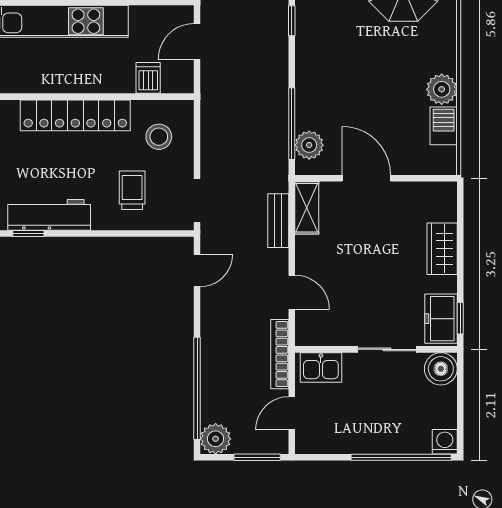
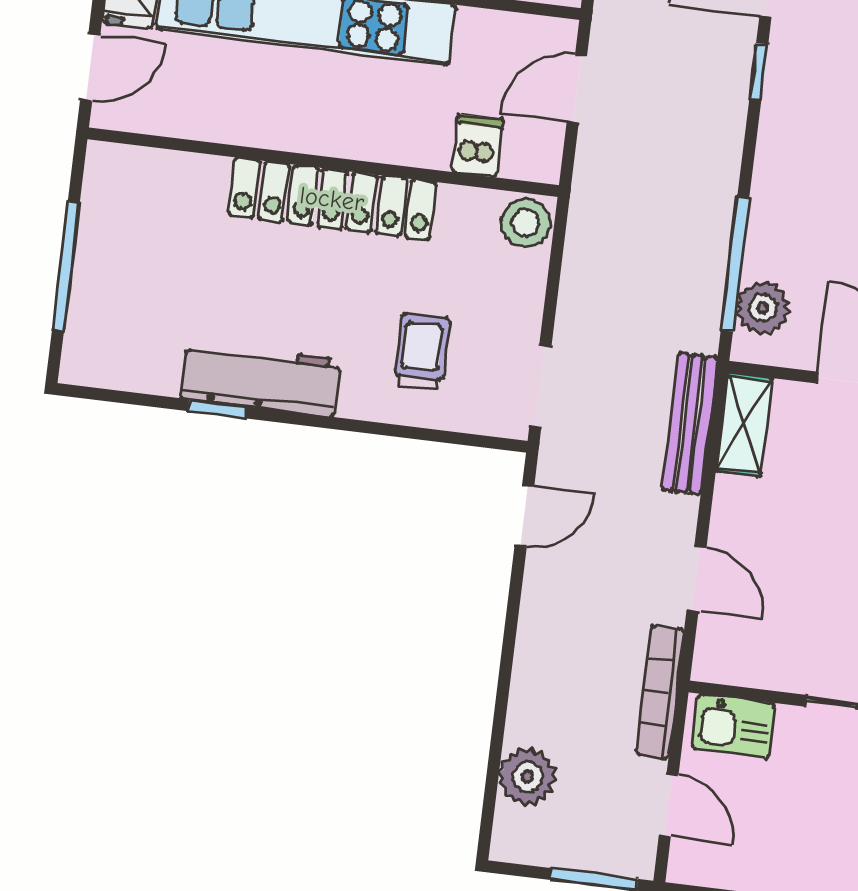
stool: (159, 137) -> (525, 223), moved
bench: (278, 221) -> (690, 424), width x1.36
window: (197, 388) -> (497, 737), removed
door: (292, 413) -> (669, 805), swing flipped
plant: (216, 439) -> (528, 777), moved

